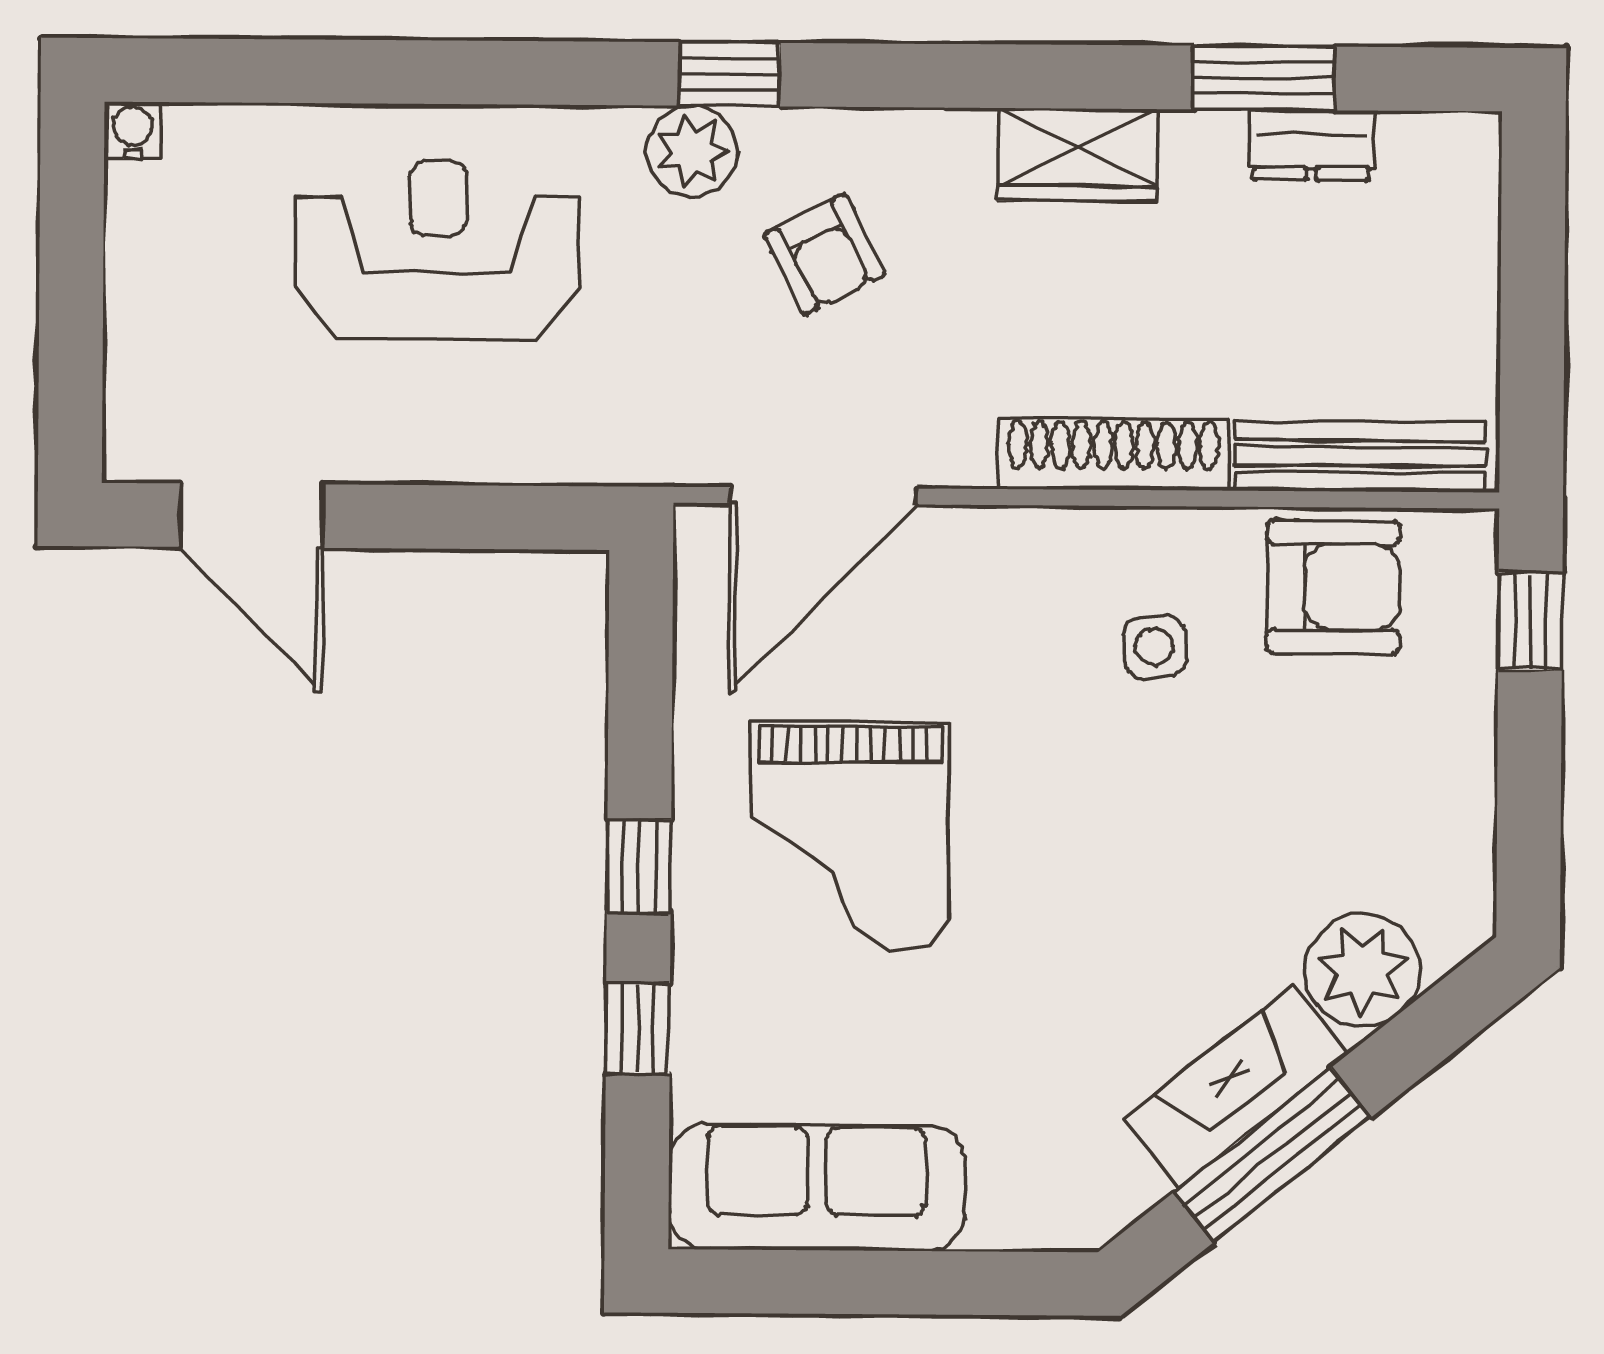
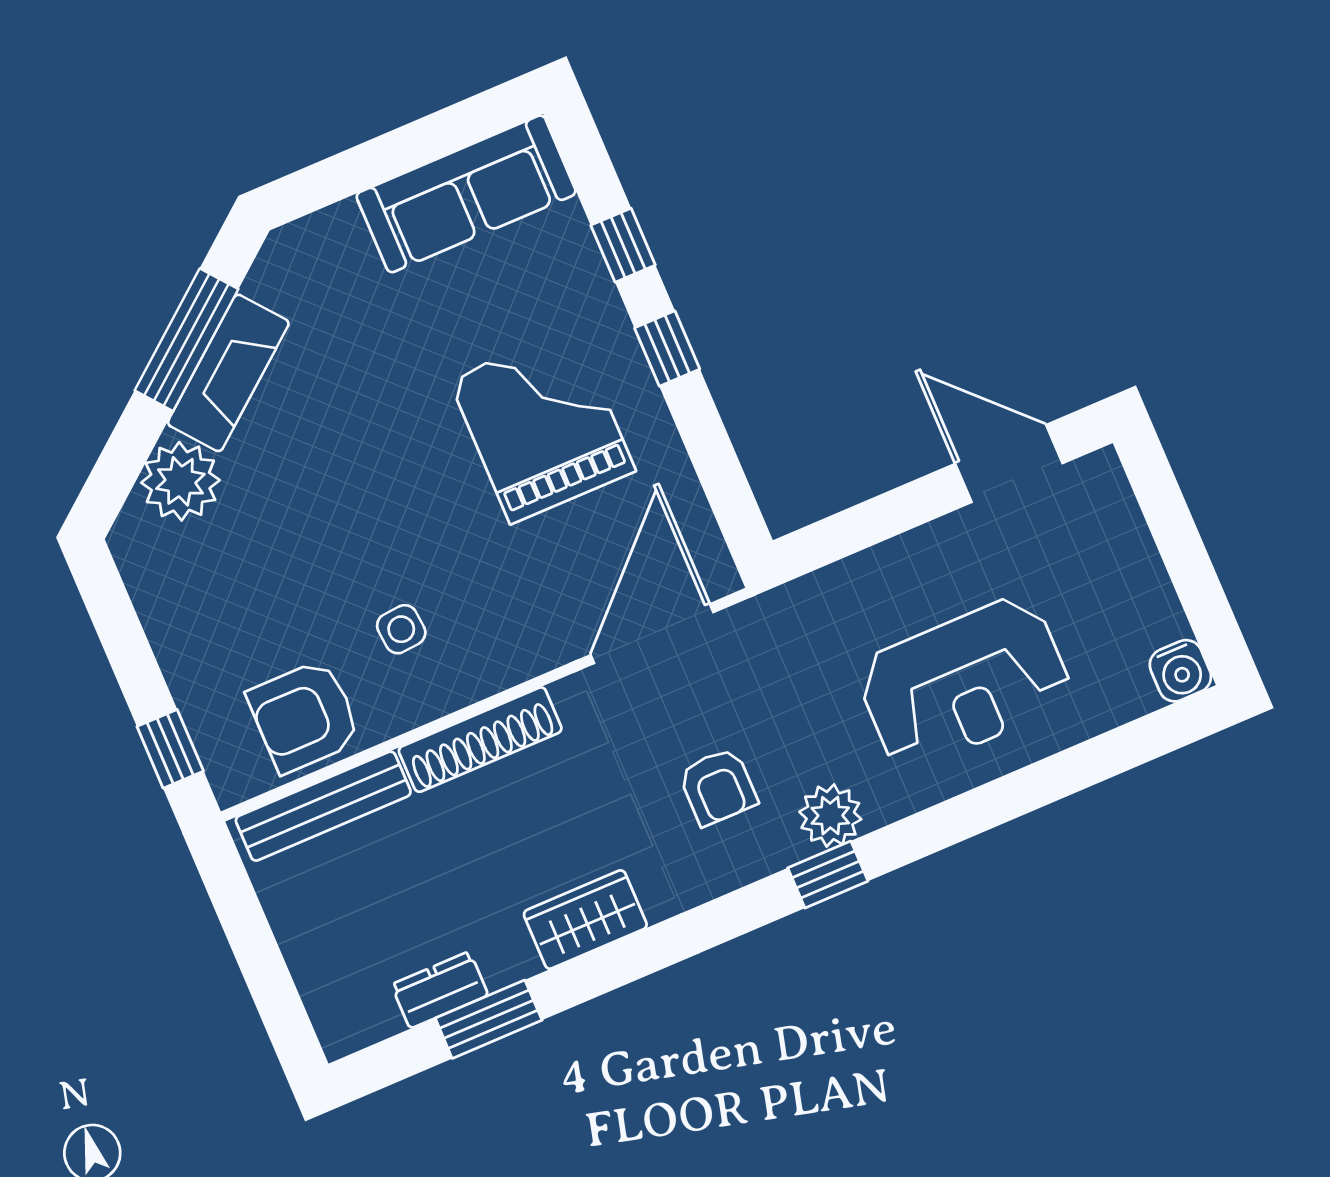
water cooler: (133, 130) -> (1180, 671), width x1.38, depth x1.38
armchair: (825, 254) -> (718, 787), turned -153

